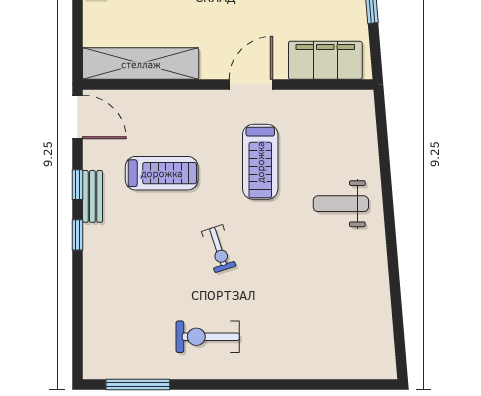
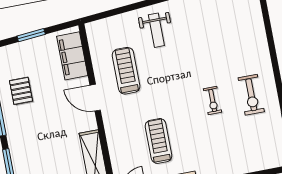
treadmill: (260, 162) -> (126, 71), moved, turned -90
exercise bike: (219, 249) -> (213, 101), moved, turned 108

